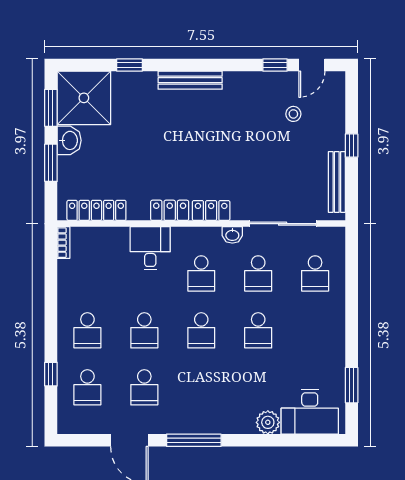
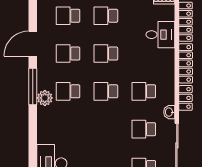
locker: (170, 210) -> (186, 63), width x1.53
desk: (150, 248) -> (160, 35), moved
school desk: (258, 330) -> (68, 91), moved
plant: (268, 422) -> (45, 98), moved

